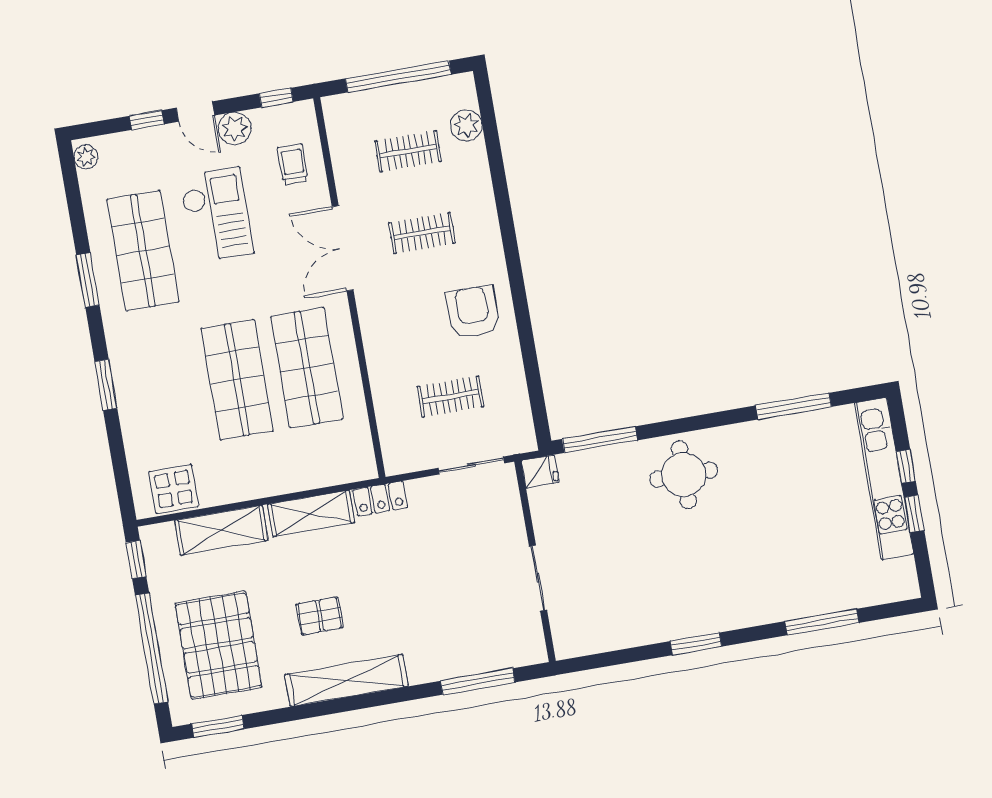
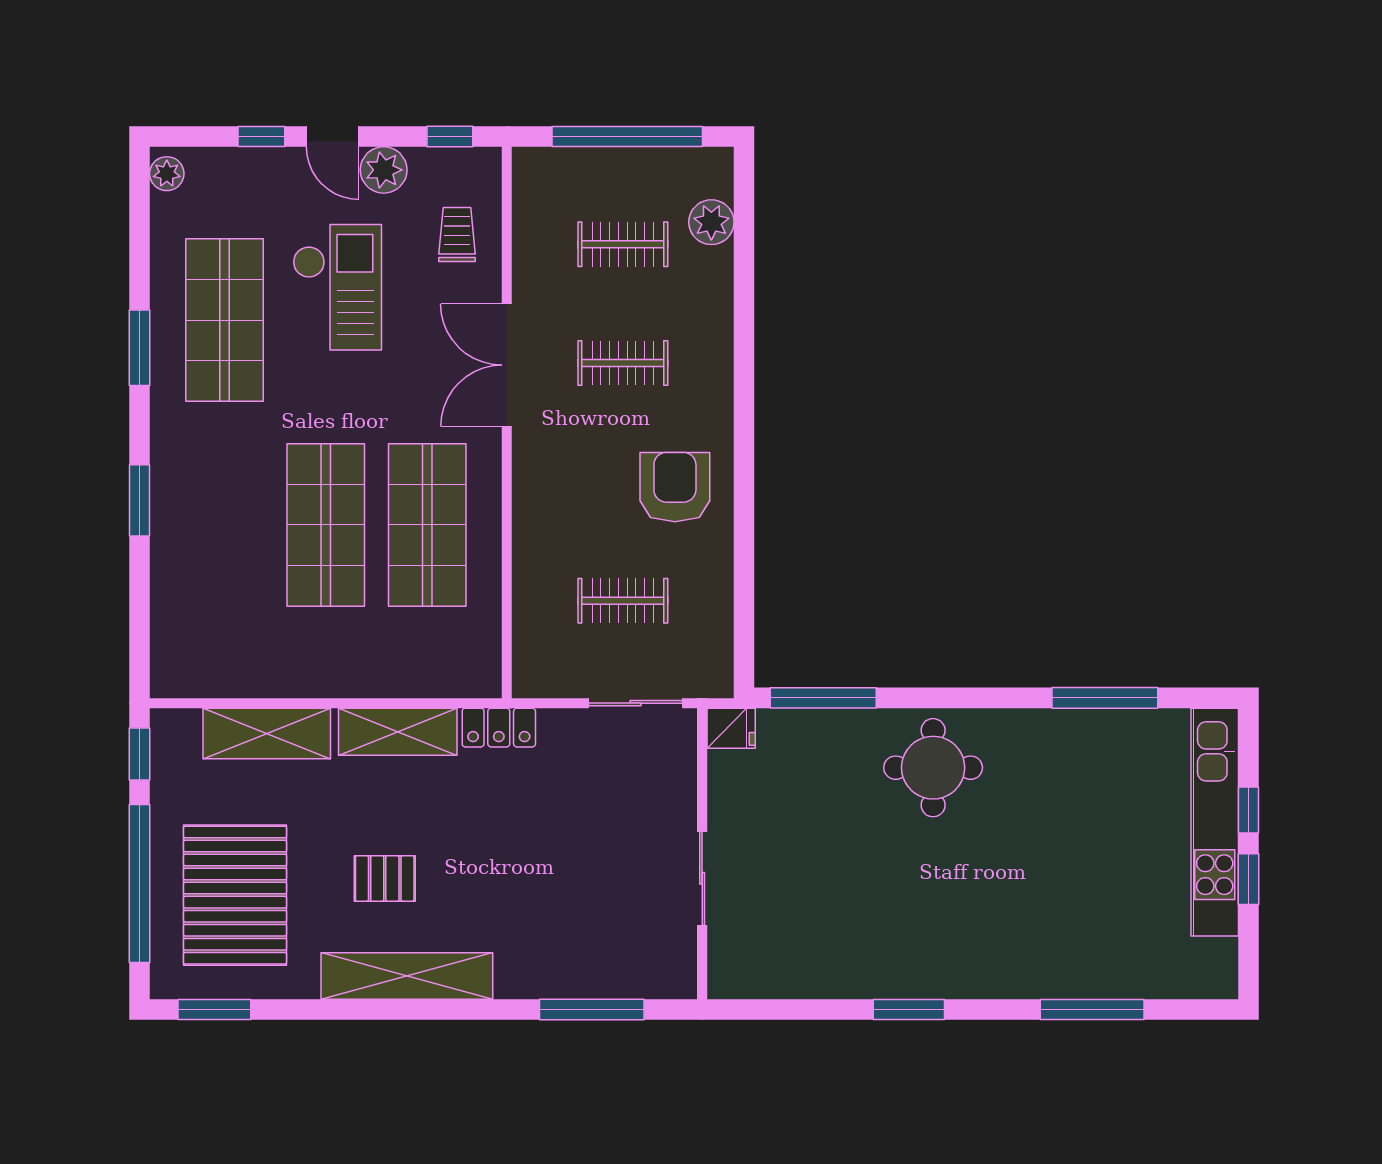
display table: (174, 489) -> (210, 664), removed

